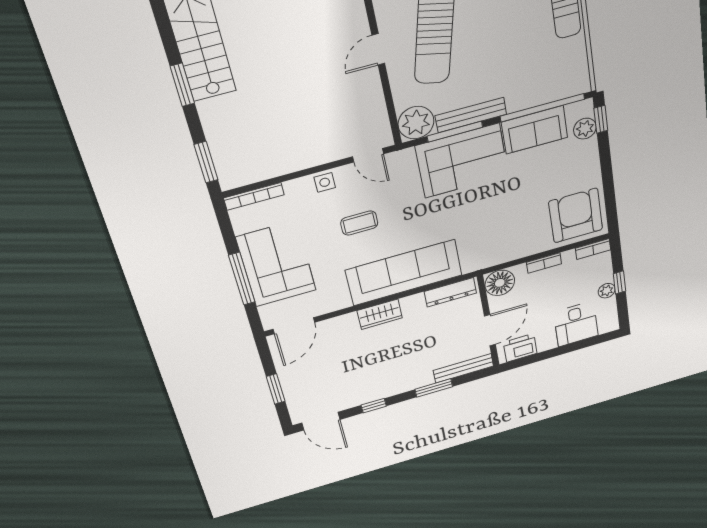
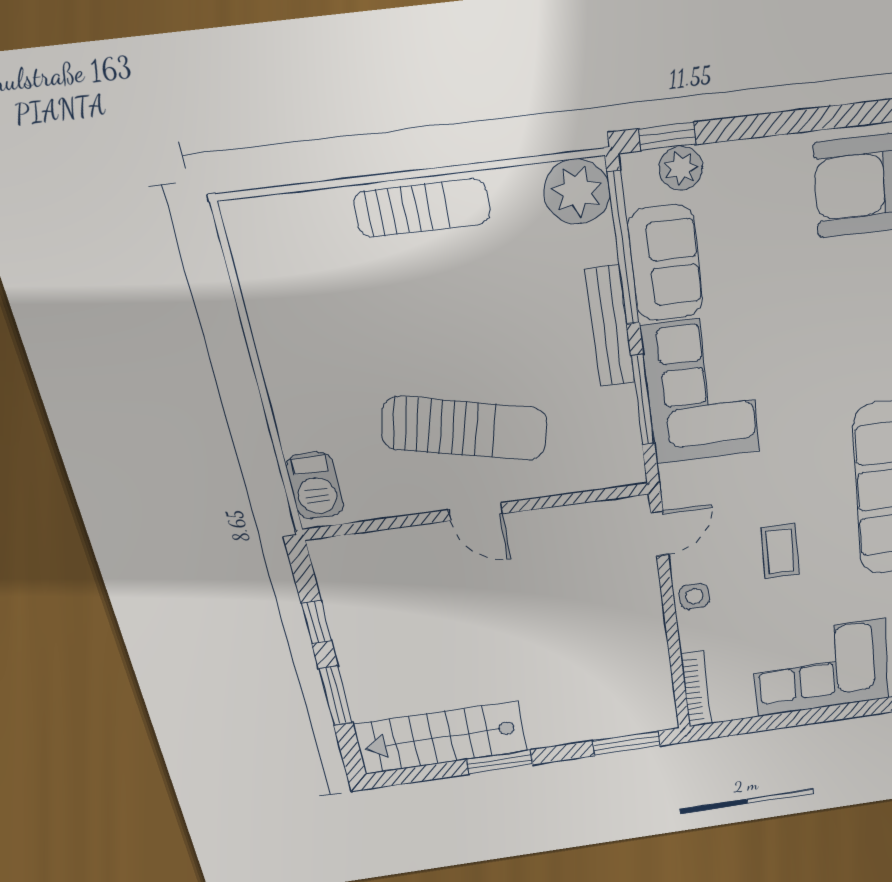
bench: (471, 115) -> (610, 326), moved
plant: (416, 123) -> (577, 192), moved
window: (242, 279) -> (833, 713), removed

